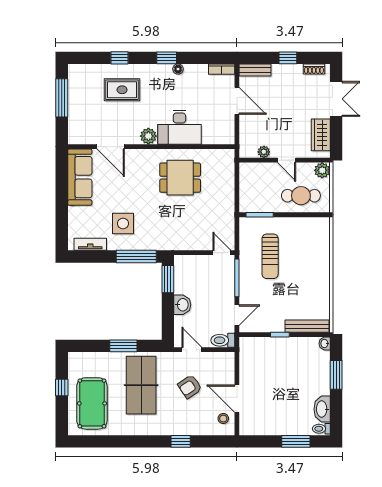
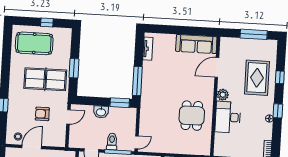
rug: (122, 90) -> (257, 78), width x1.36, depth x1.43
side table: (123, 223) -> (161, 73), removed
toilet: (223, 340) -> (112, 142), moved
armchair: (190, 387) -> (42, 114), turned -56

